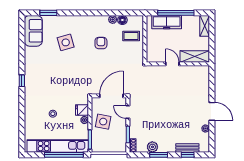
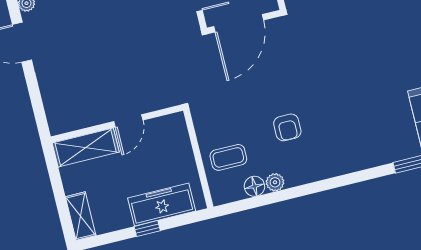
window: (176, 13) -> (147, 229), width x0.32
side table: (66, 42) -> (361, 111), removed
door: (172, 64) -> (128, 121), hinge flipped

